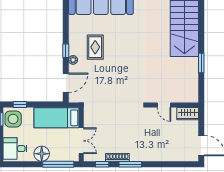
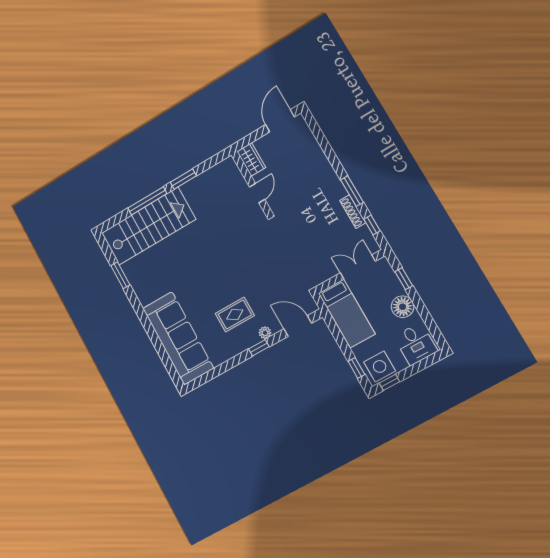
window: (201, 31) -> (147, 201), added
window: (58, 164) -> (404, 279), width x0.46

